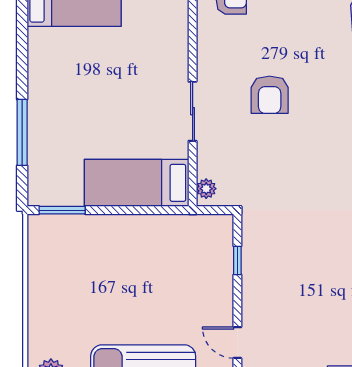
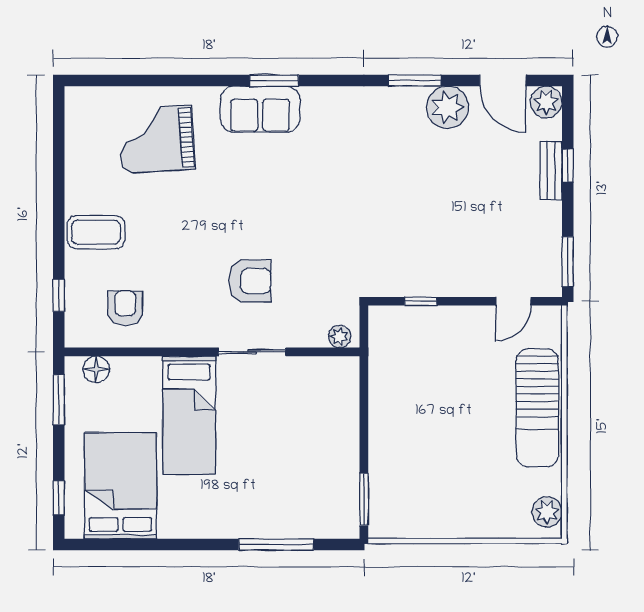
armchair: (270, 95) -> (250, 281), moved
bed: (137, 183) -> (189, 415), moved

